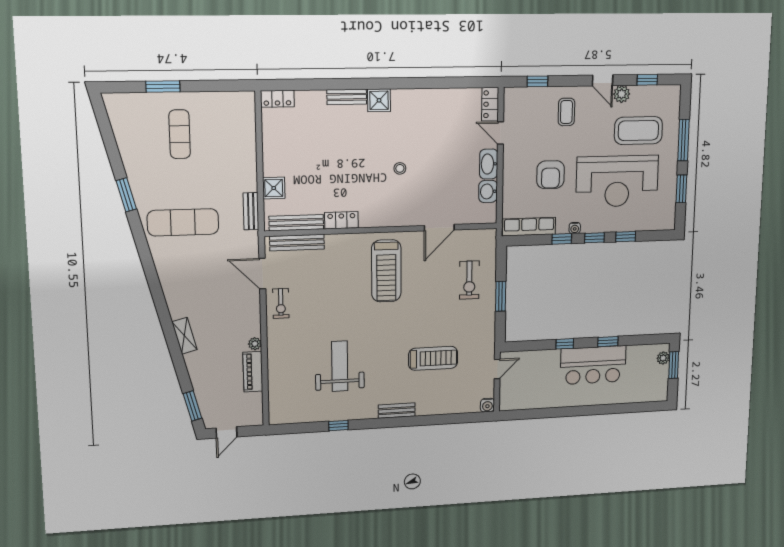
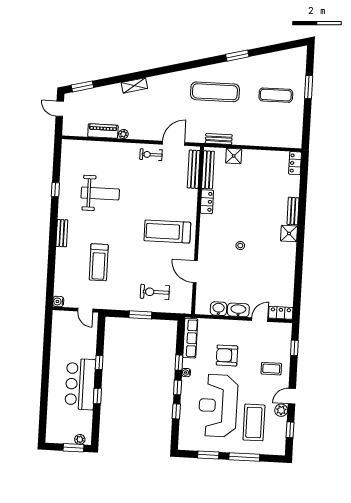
exercise mat: (183, 222) -> (215, 92), turned 90

